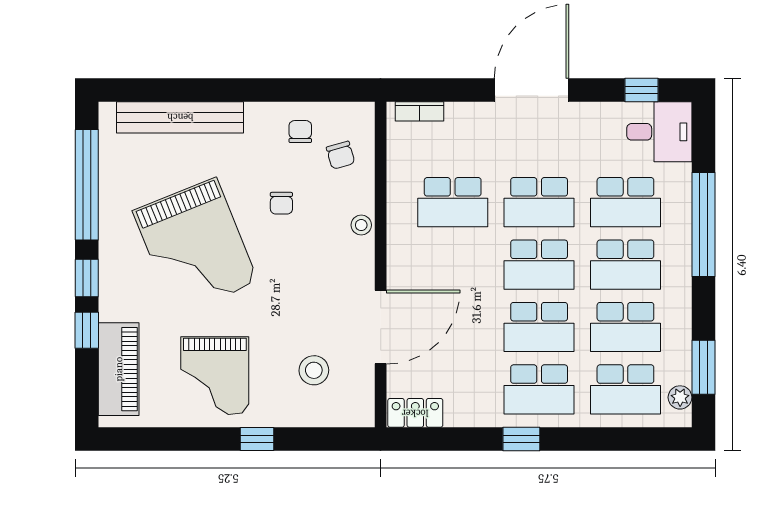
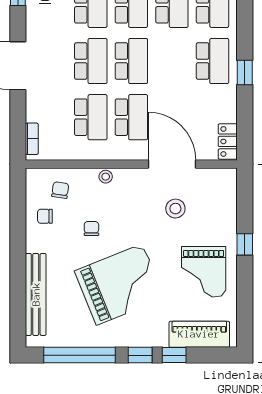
chair: (341, 155) -> (60, 190), turned -66
chair: (281, 203) -> (91, 229), turned -90
school desk: (539, 327) -> (131, 117), moved
stool: (314, 370) -> (175, 209), moved
grand piano: (215, 376) -> (204, 272), turned 90

